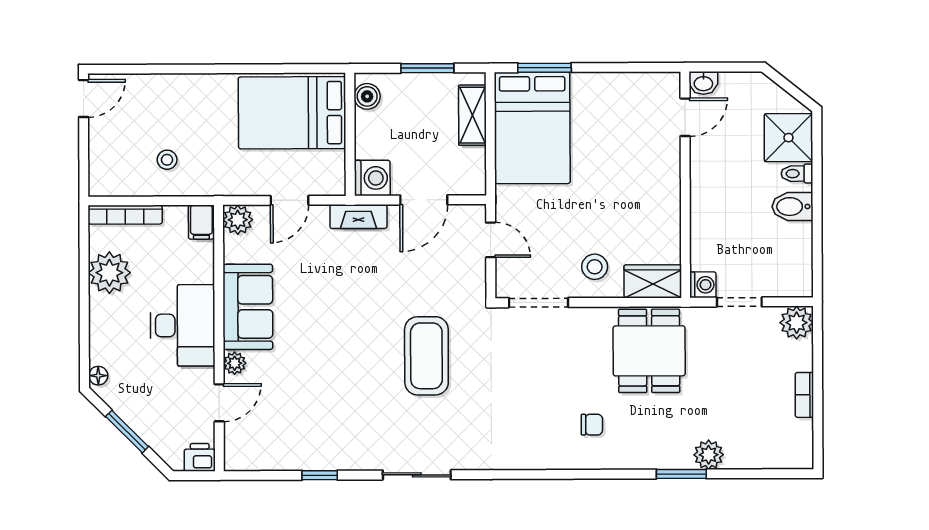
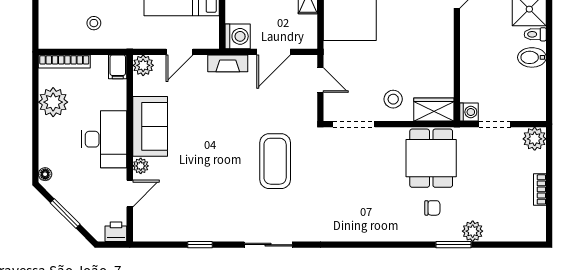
chair: (592, 425) -> (432, 208), moved

